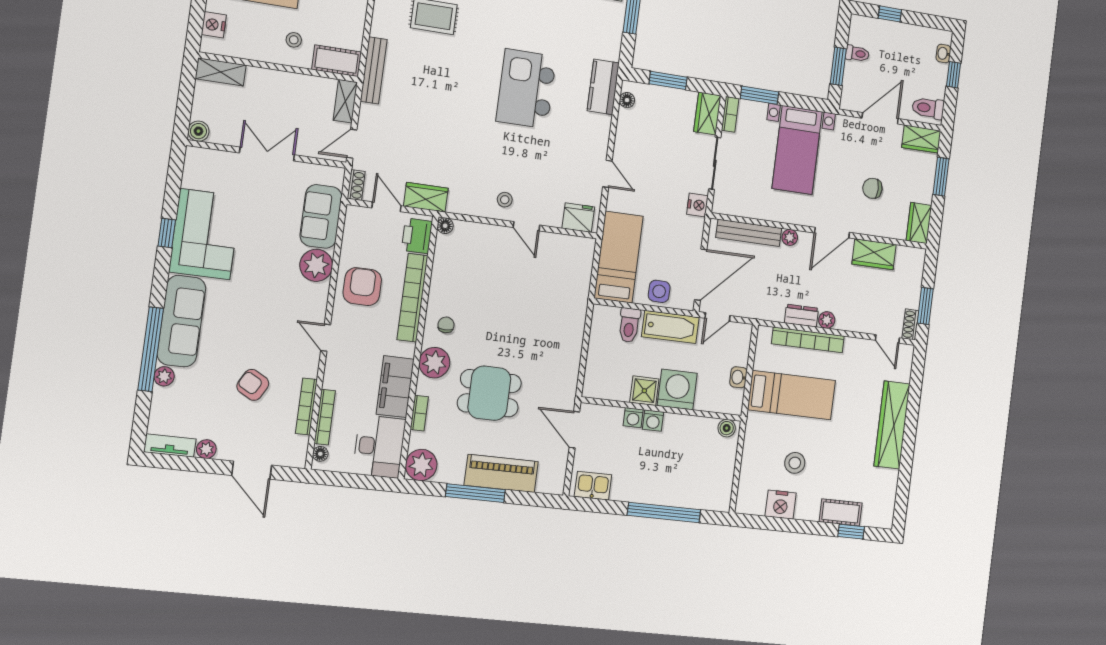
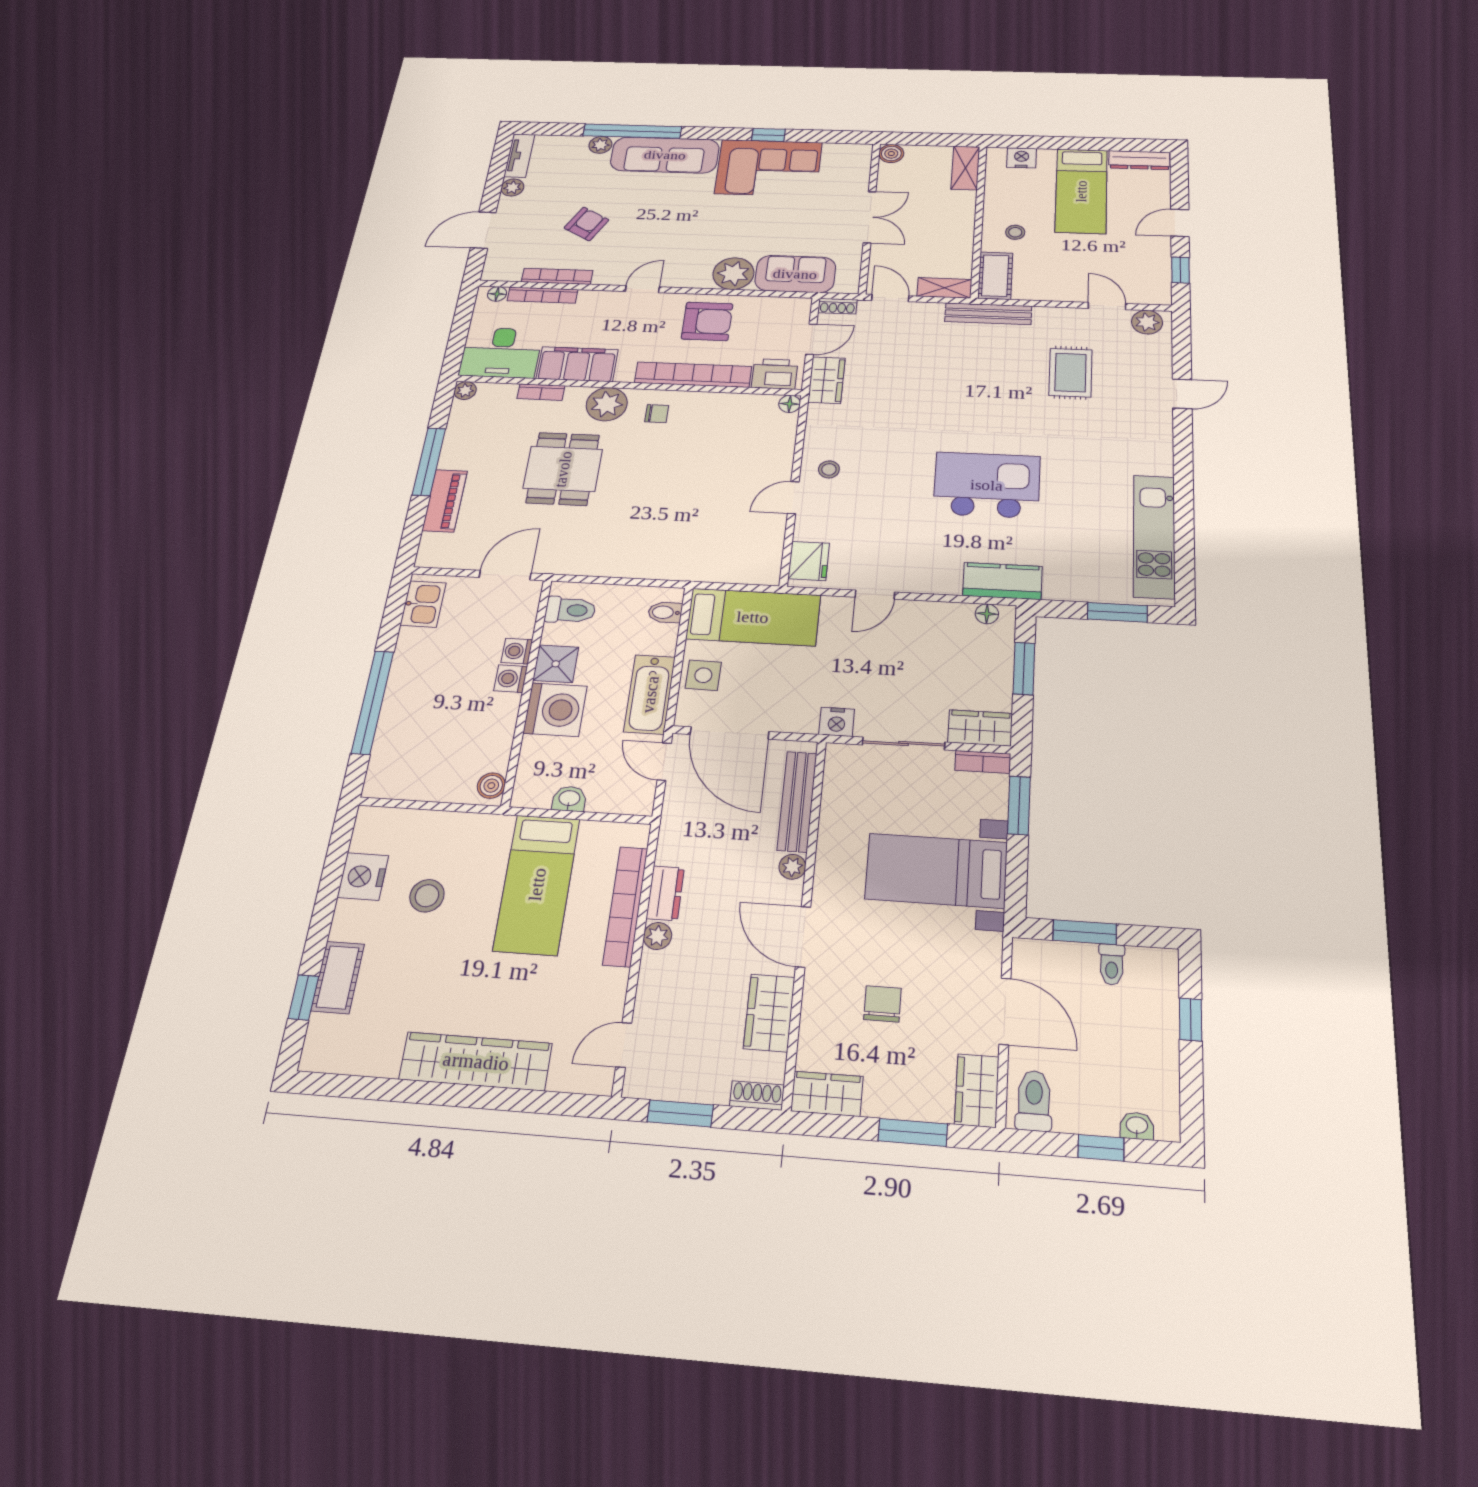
bidet: (611, 317) -> (665, 612), added
shoe rack: (910, 324) -> (757, 1096), moved
toilet: (629, 325) -> (570, 610), moved, turned 180
plant: (421, 465) -> (465, 391), width x0.53, depth x0.53
piano: (501, 473) -> (445, 501), width x0.73, depth x0.75

